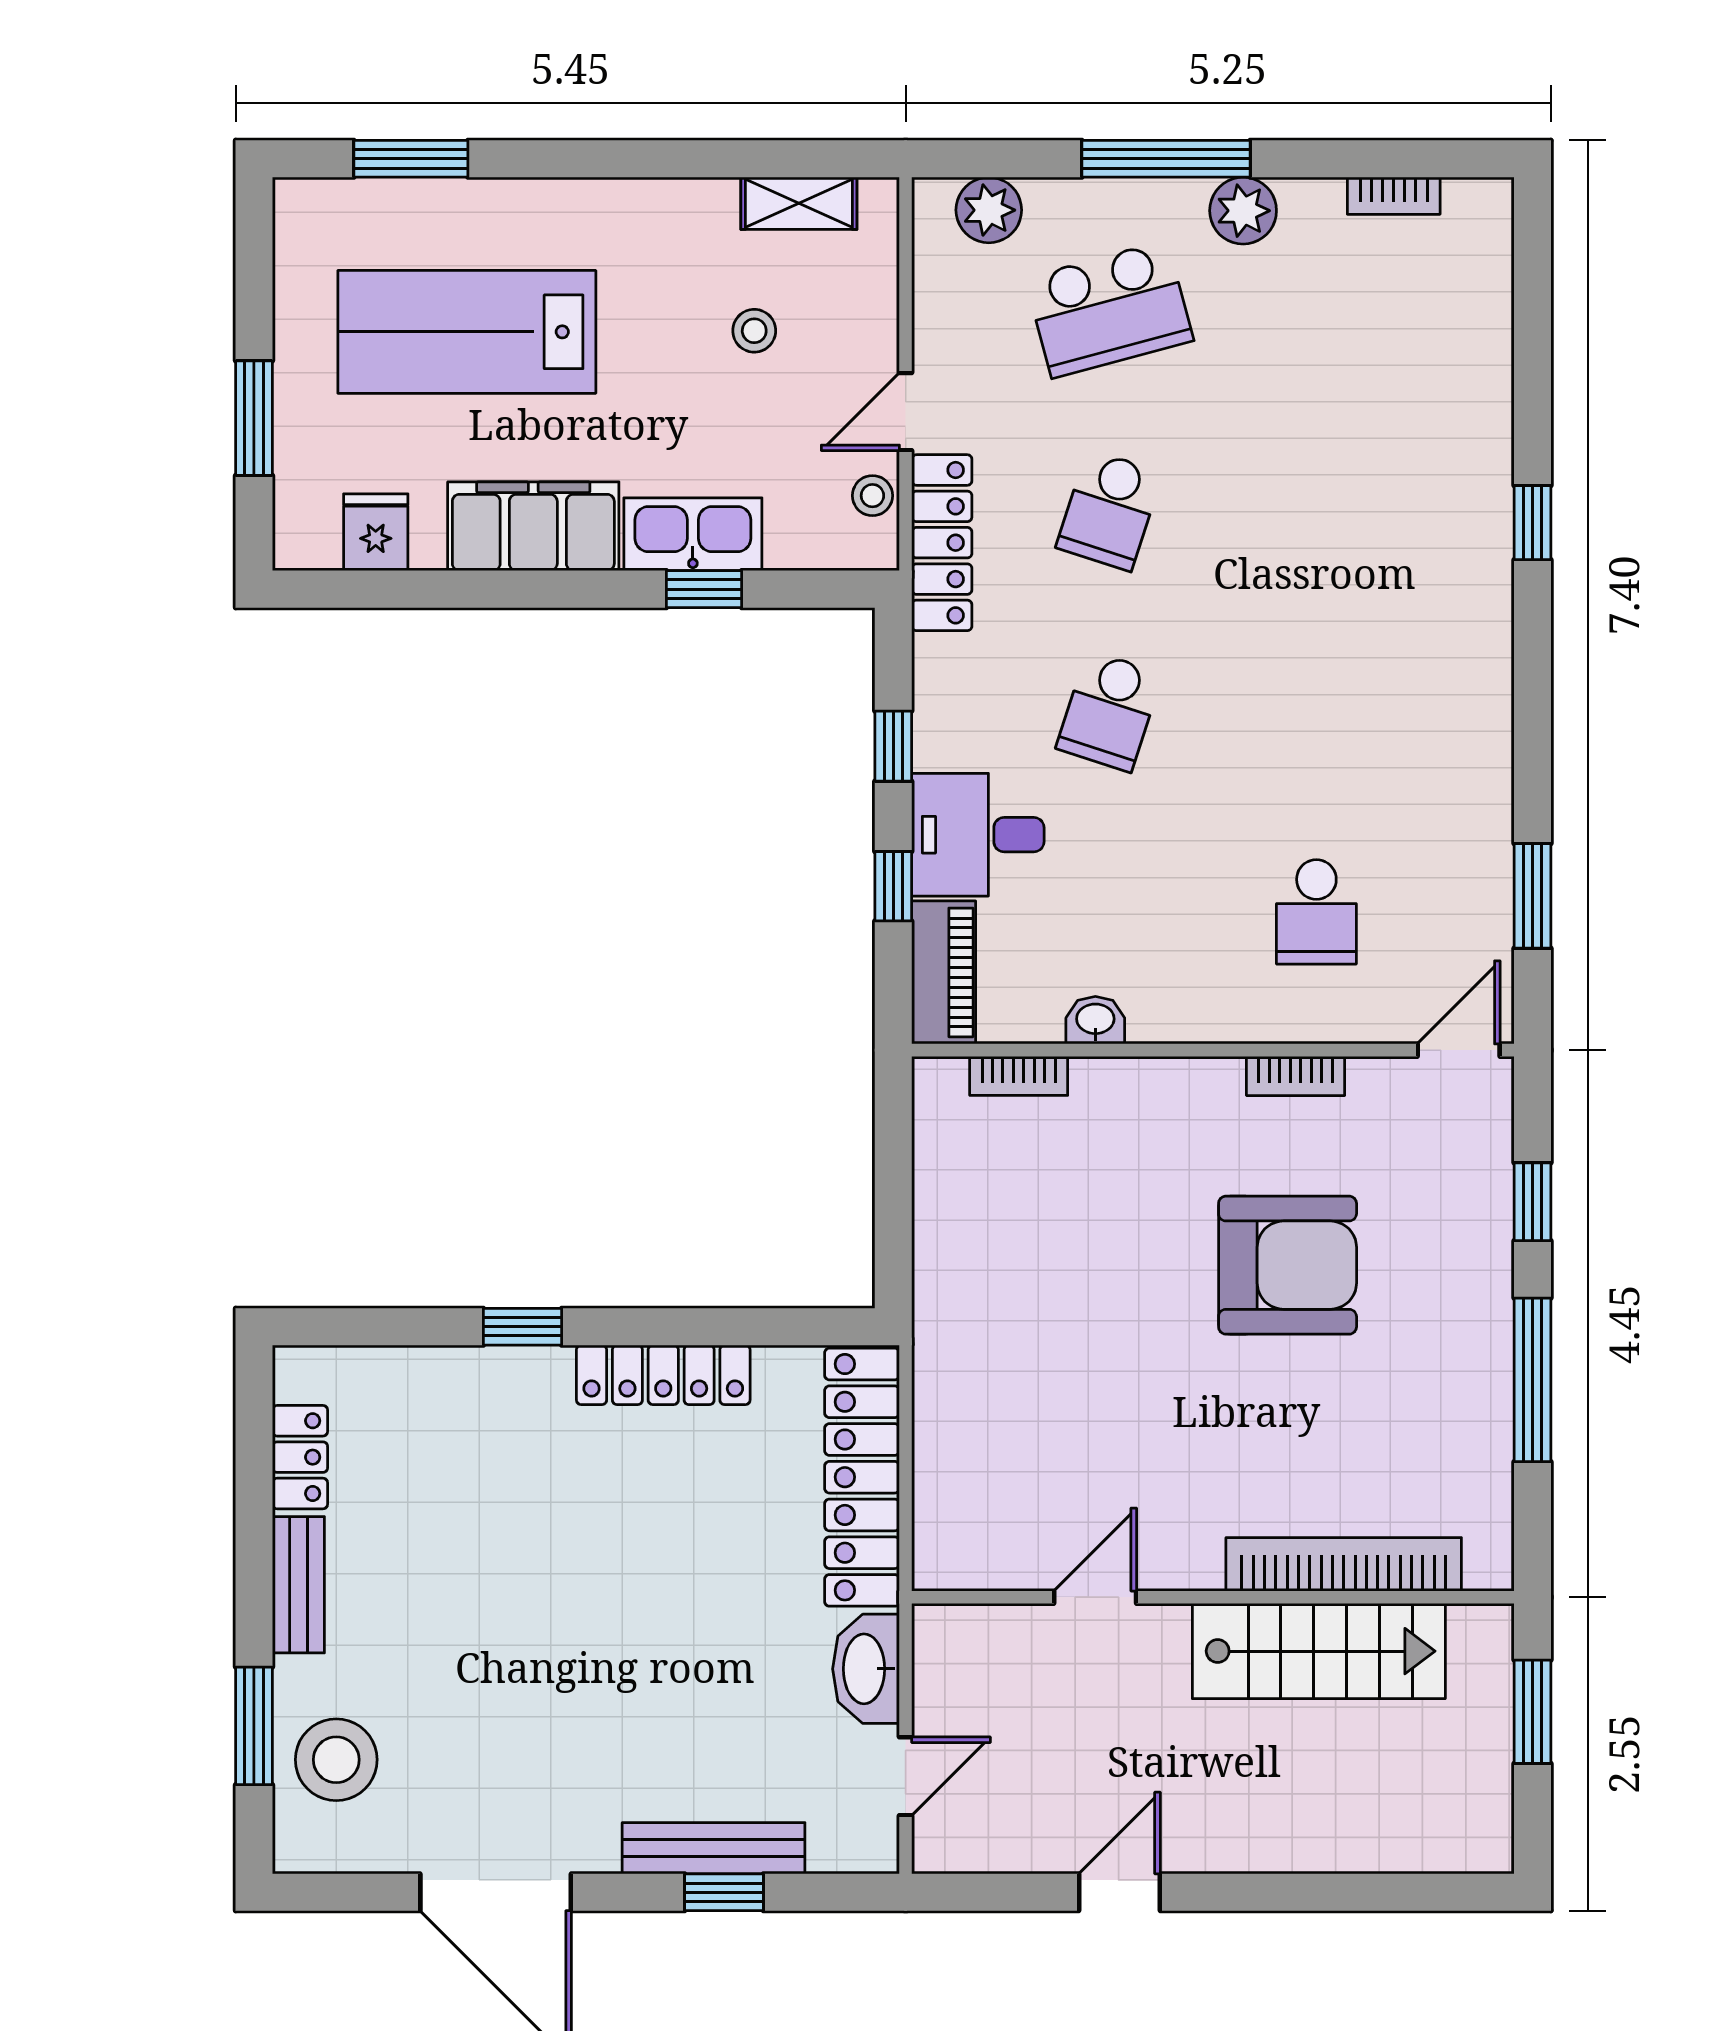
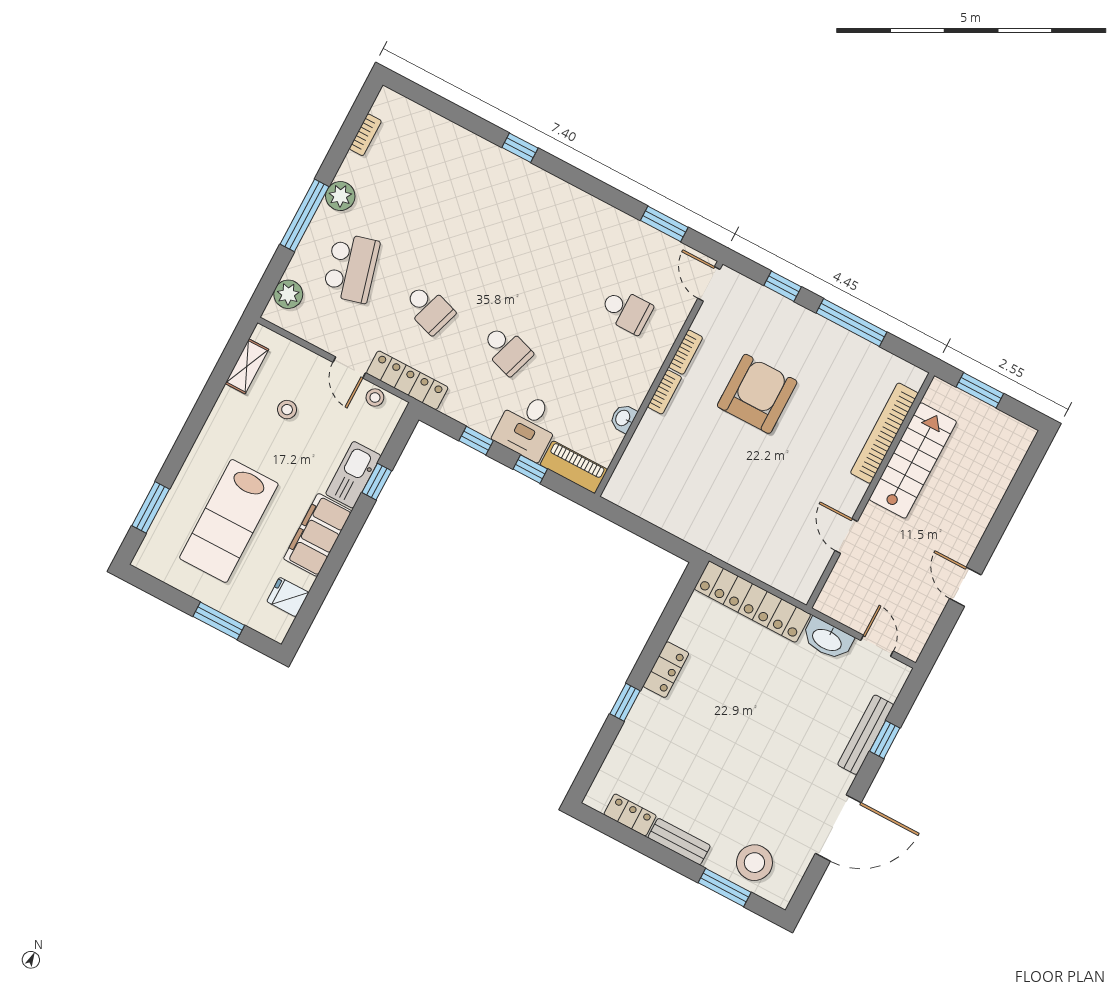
bookcase: (1019, 1076) -> (665, 392), moved
locker: (663, 1375) -> (666, 670), width x0.66

